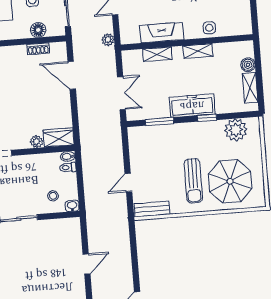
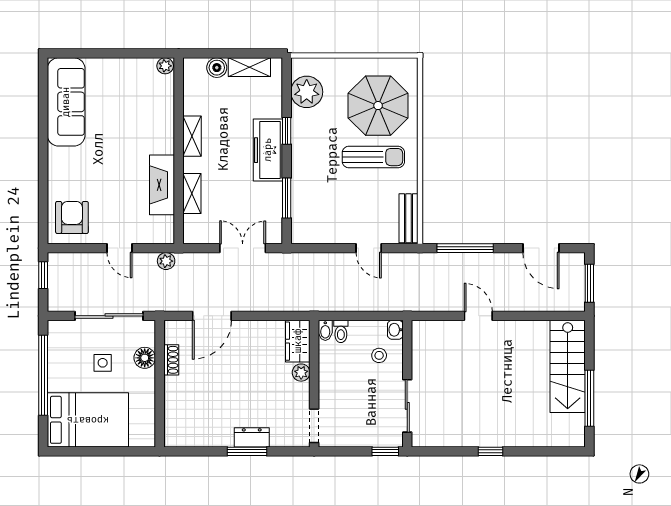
side table: (209, 28) -> (161, 118), removed
plant: (246, 28) -> (165, 66), added
window: (134, 251) -> (465, 248), added

